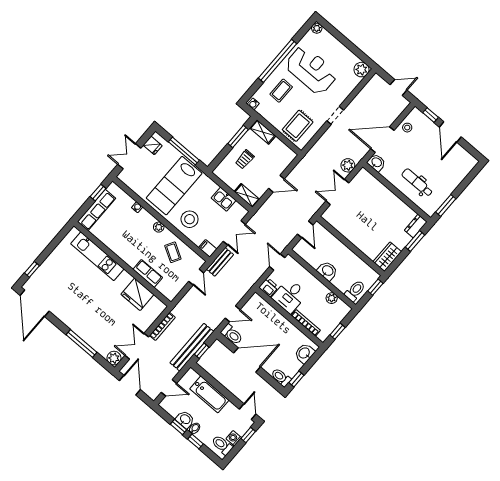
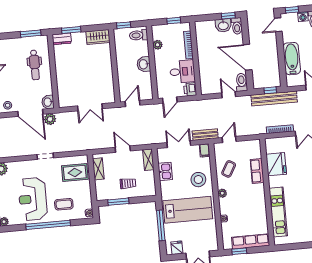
shelving: (263, 132) -> (98, 169), moved
plant: (348, 165) -> (50, 119), moved
washbasin: (304, 353) -> (223, 25), moved

